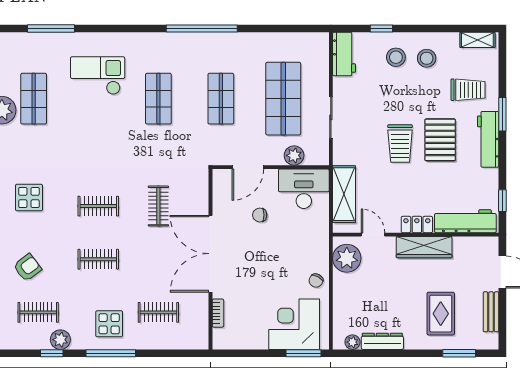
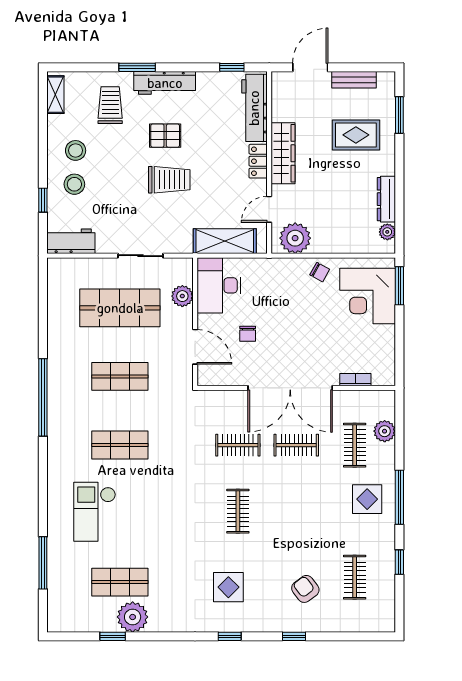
pallet: (440, 140) -> (165, 136), width x0.67, depth x0.71
clothes rail: (98, 259) -> (296, 445), moved, turned 90
plant: (60, 340) -> (385, 431), moved

